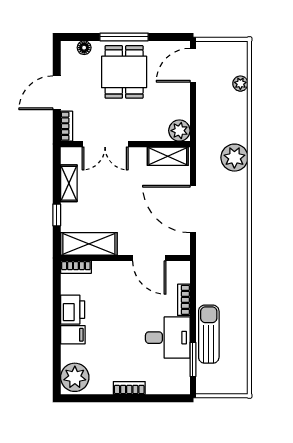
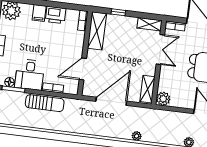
double door: (105, 144) -> (160, 49), swing flipped
plant: (234, 158) -> (137, 136), width x0.53, depth x0.53
shelving: (69, 183) -> (150, 24), moved
sun lounger: (209, 334) -> (45, 103), moved
floor lamp: (183, 367) -> (9, 82), added

